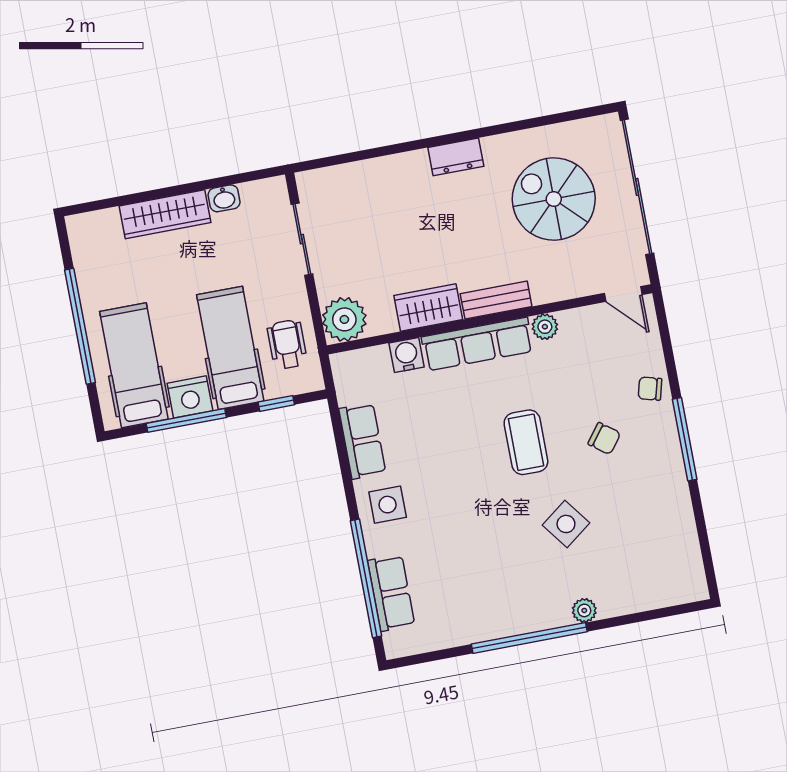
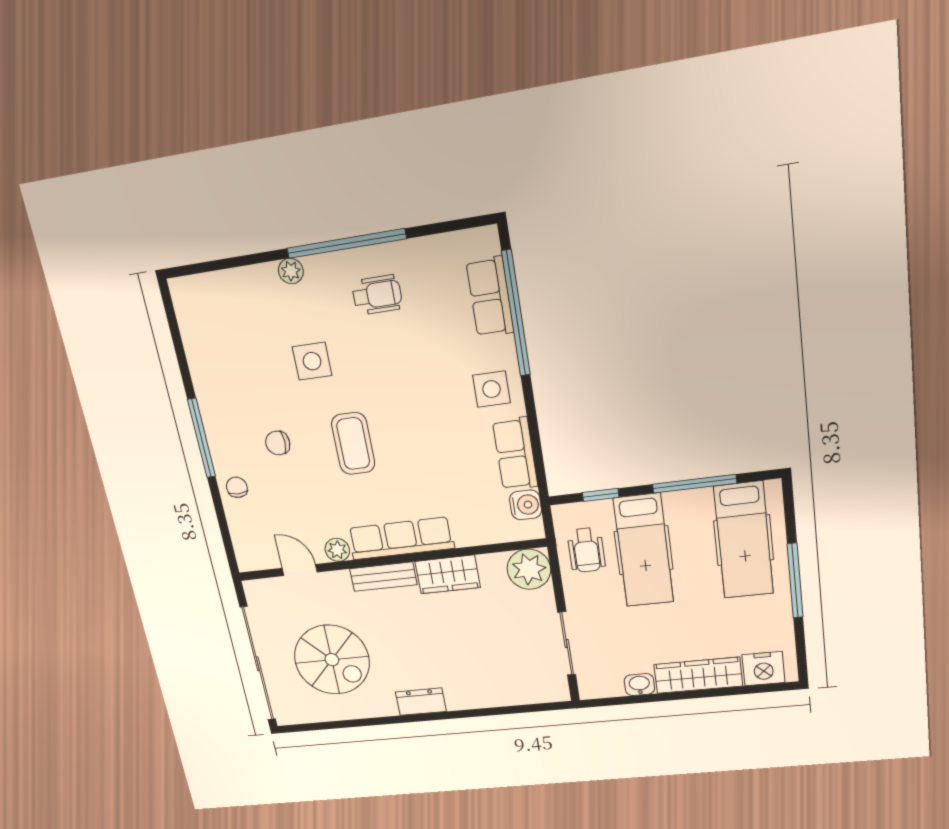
door: (623, 294) -> (300, 570), moved
window: (80, 326) -> (795, 581), width x0.68
water cooler: (407, 355) -> (526, 505), moved, turned -90
chair: (650, 389) -> (237, 487), turned -105
nightstand: (190, 397) -> (763, 669), moved, turned 180
chair: (604, 439) -> (278, 443), turned -37
side table: (566, 524) -> (312, 361), turned 37
wheelchair: (500, 591) -> (377, 295), added

